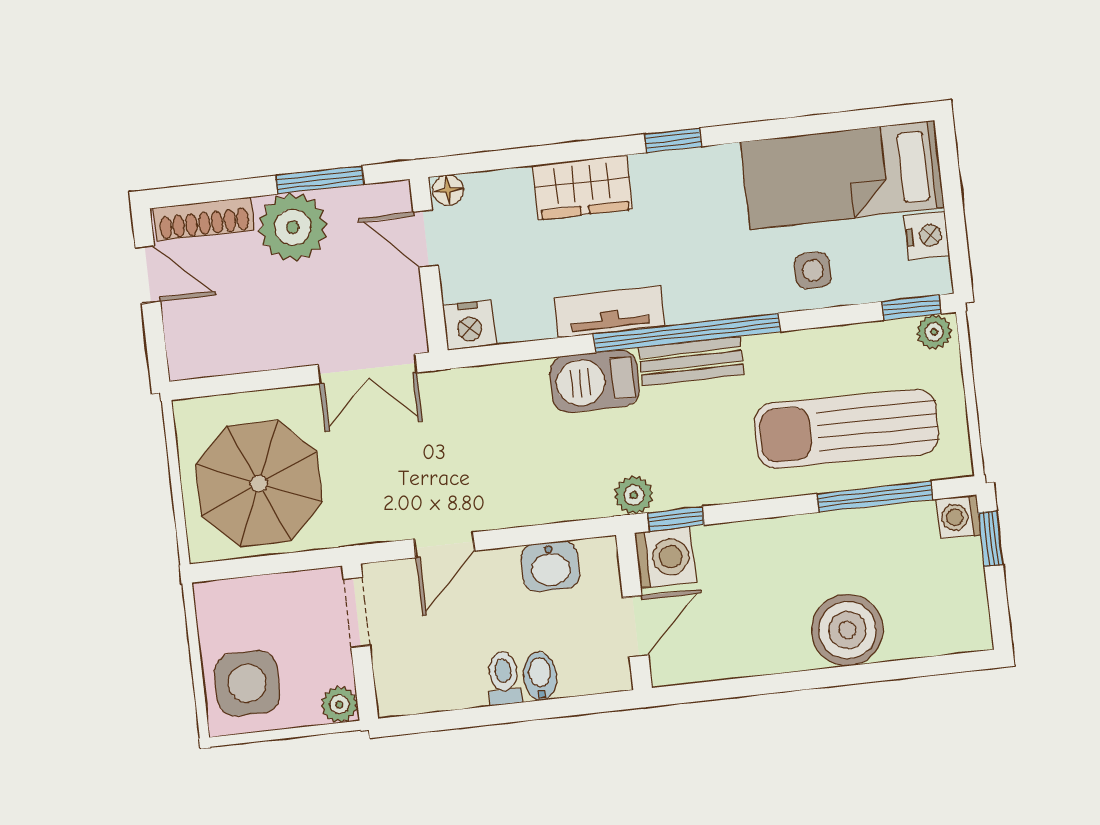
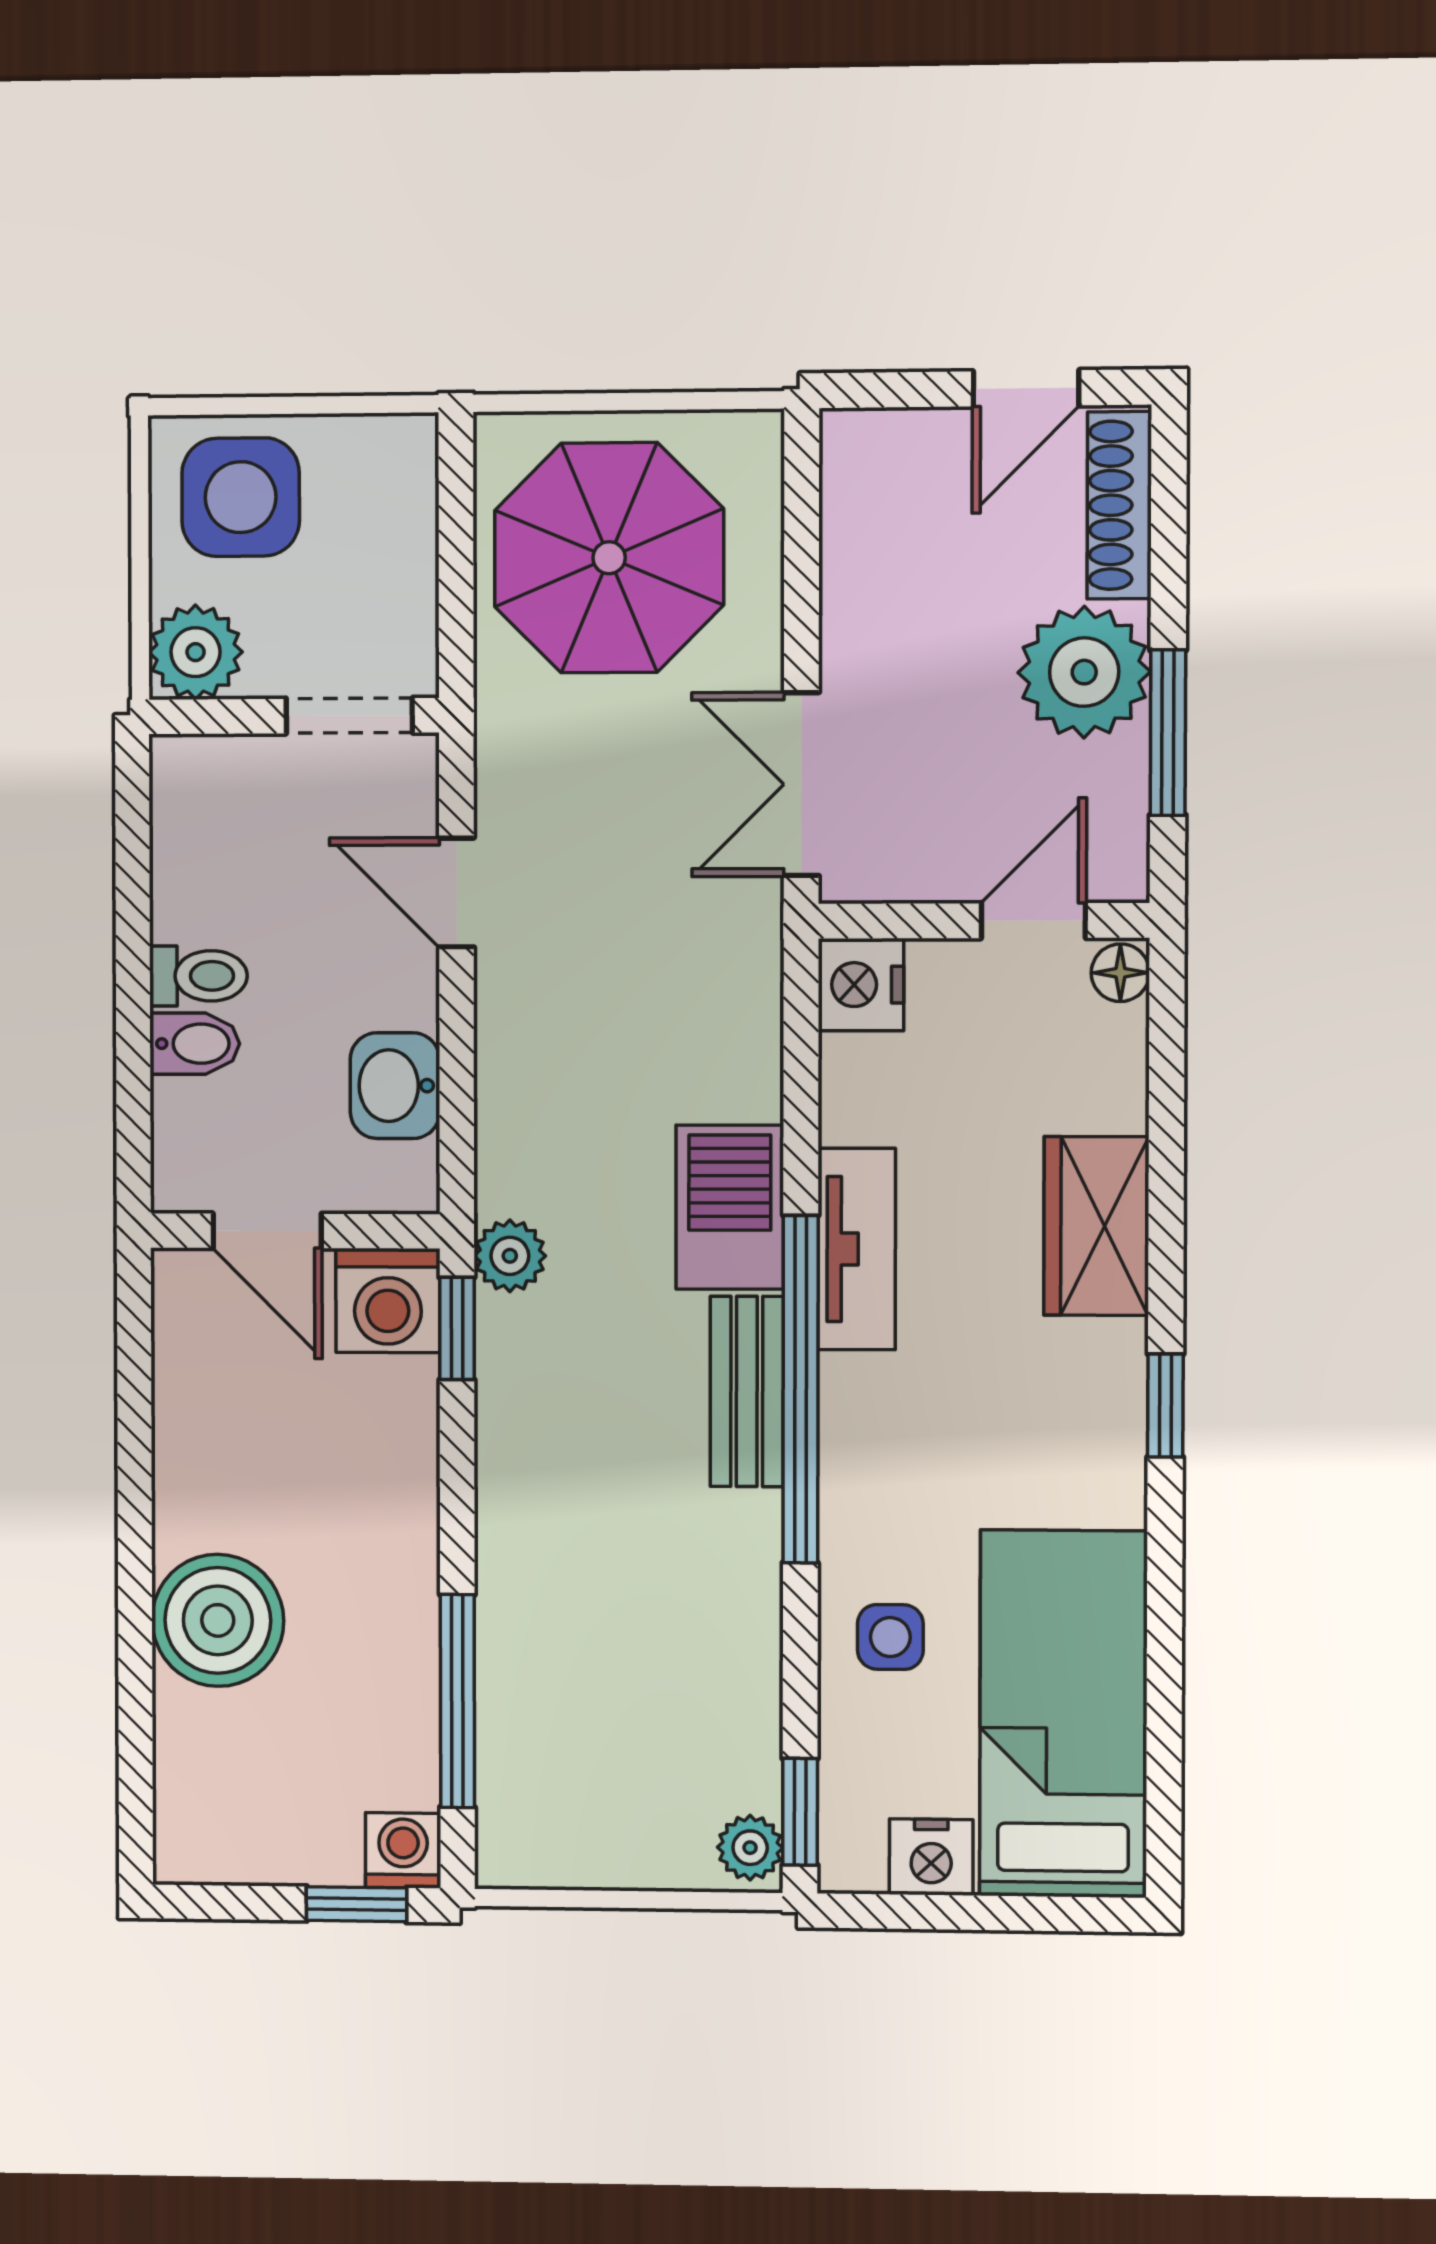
sun lounger: (846, 429) -> (588, 1664), removed
plant: (339, 705) -> (196, 652), width x1.38, depth x1.38

